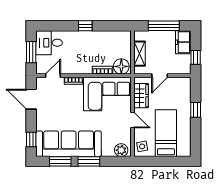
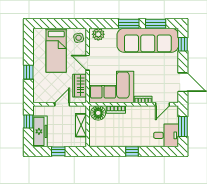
window: (164, 26) -> (58, 151), width x0.46
freezer: (183, 42) -> (40, 131), width x1.40

